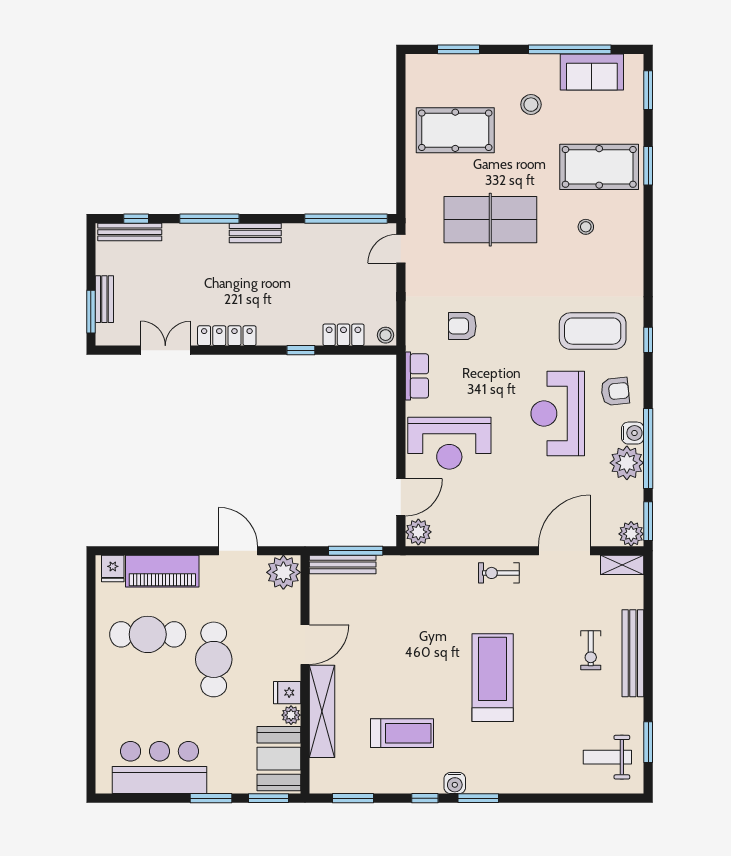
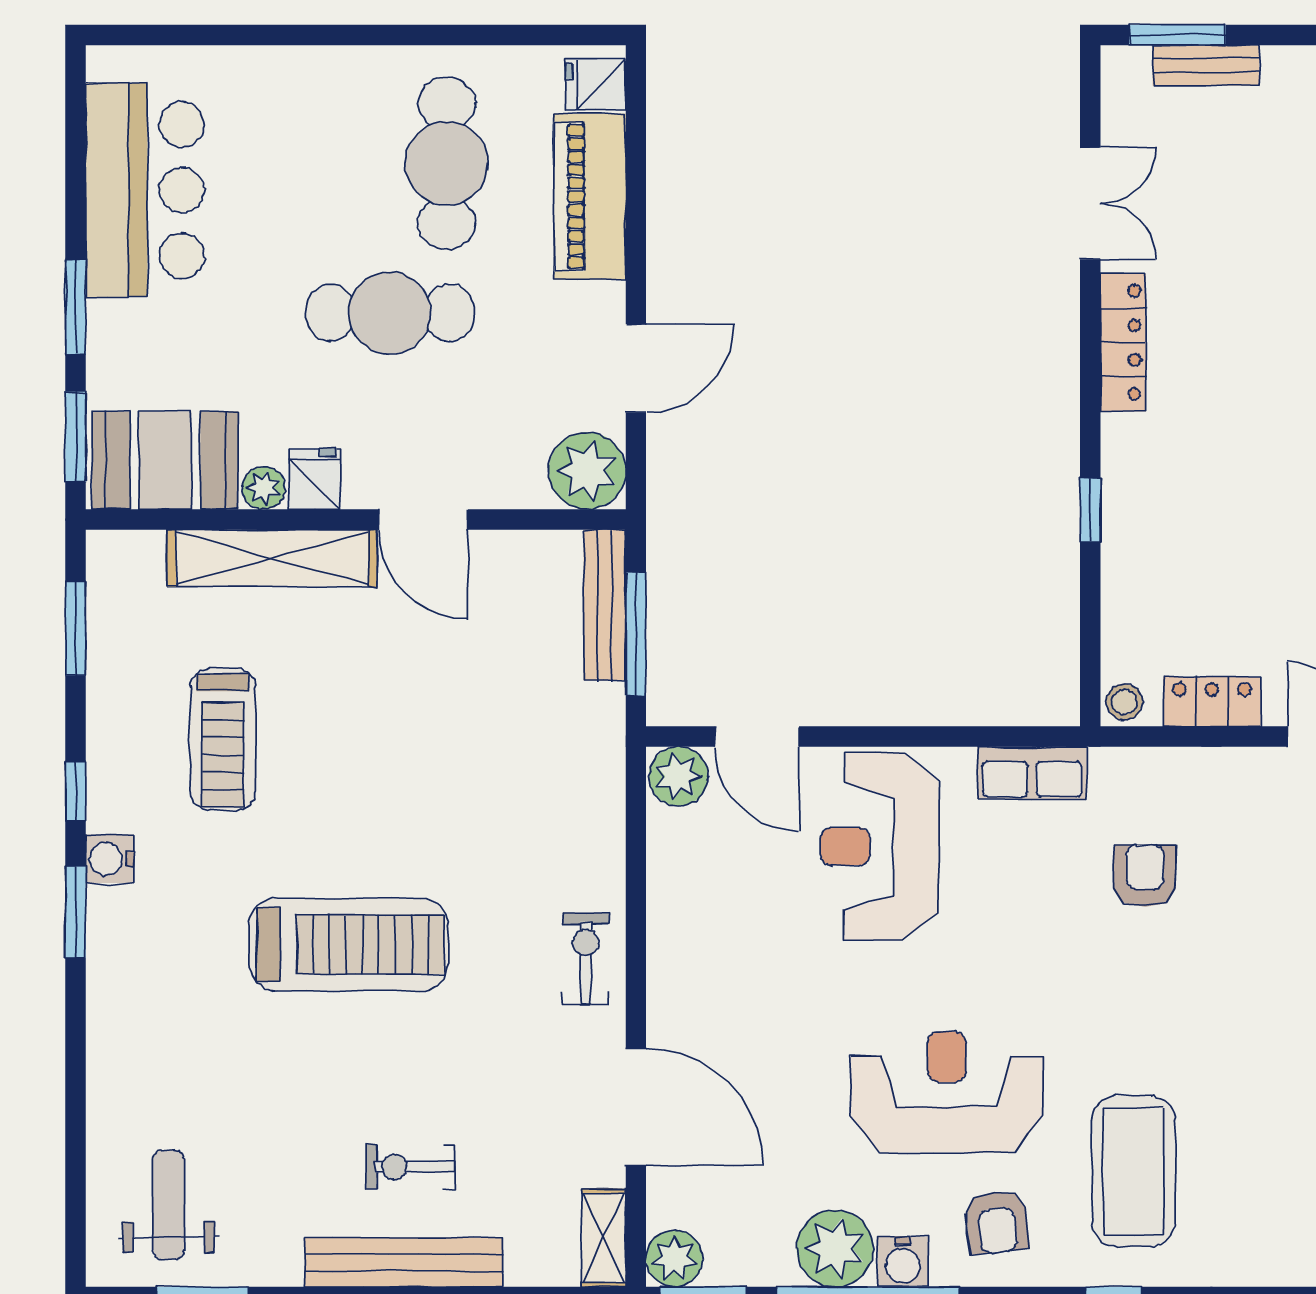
locker: (344, 335) -> (1212, 702), moved, turned -90

